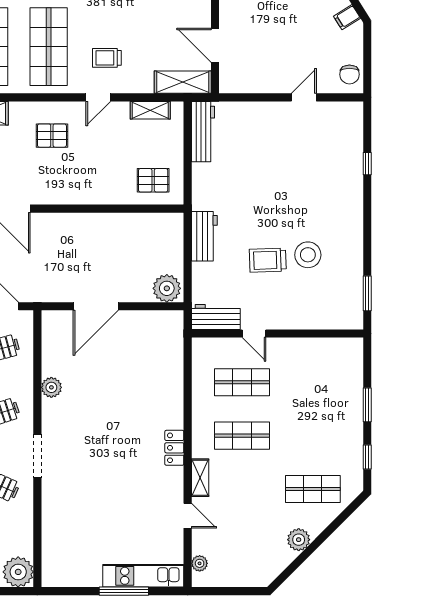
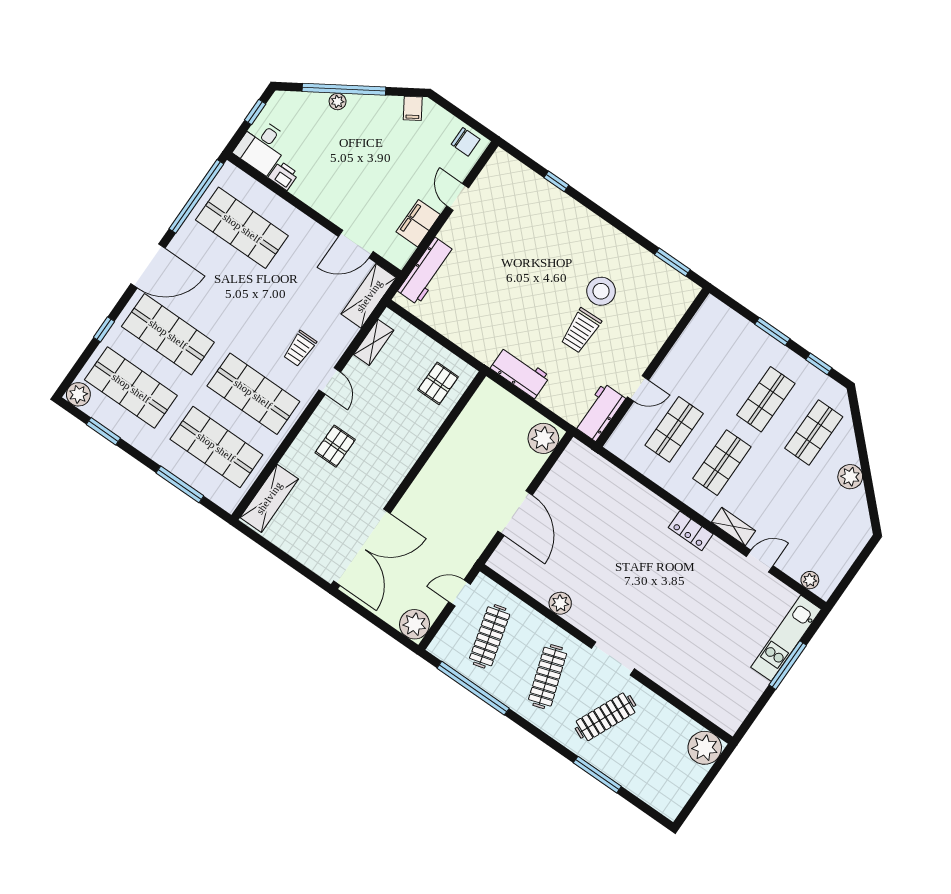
filing cabinet: (263, 81) -> (418, 223), added
workbench: (203, 132) -> (426, 271), moved, turned 90
shop shelf: (313, 436) -> (766, 399), added

